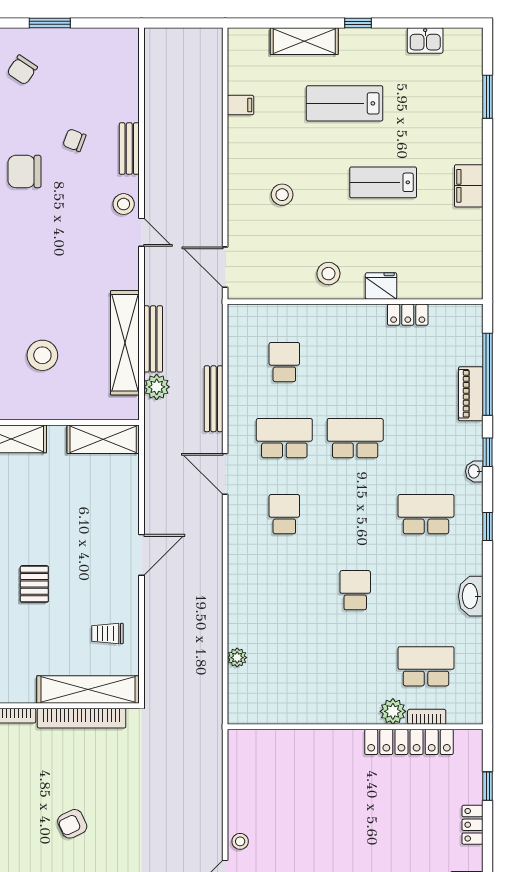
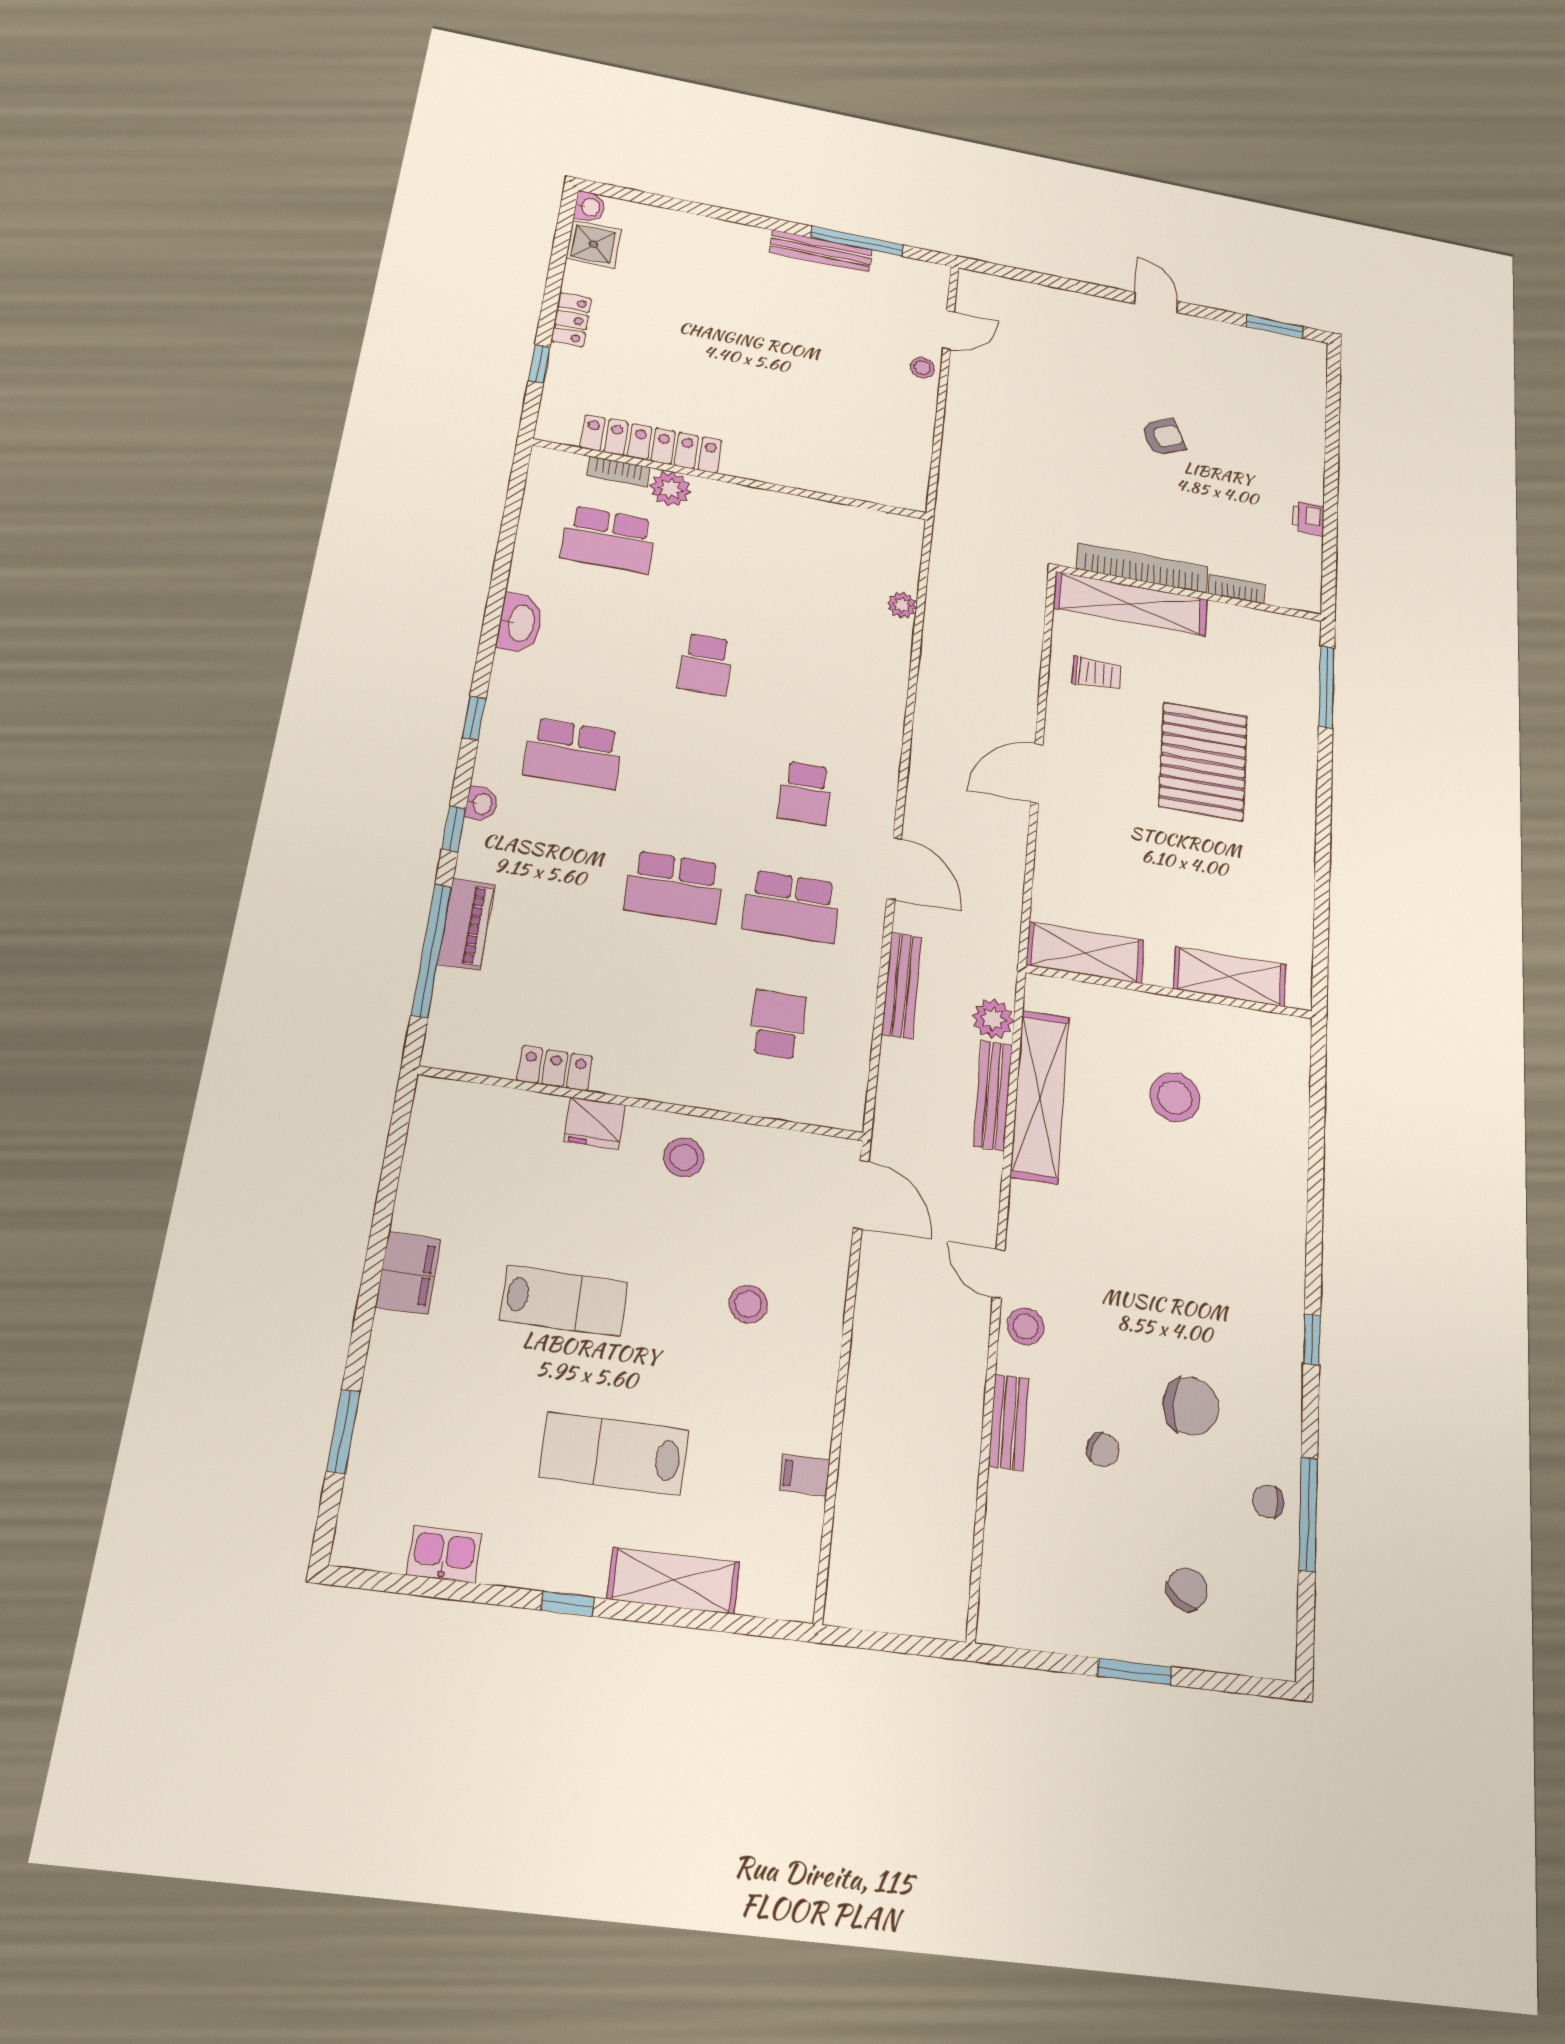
lab bench: (345, 103) -> (614, 1454), turned 180
school desk: (284, 362) -> (778, 1025), turned 180
pallet: (34, 584) -> (1203, 761), width x2.05, depth x2.00

